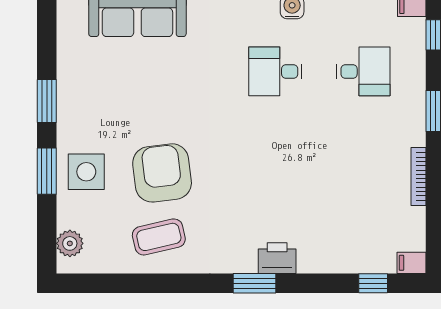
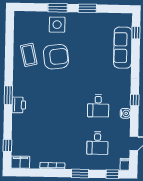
desk: (275, 71) -> (98, 106), turned 180
plant: (70, 243) -> (27, 17), removed
filing cabinet: (412, 263) -> (20, 162), width x2.00

